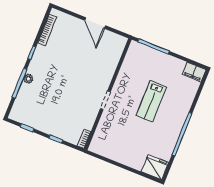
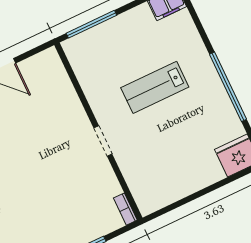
lab bench: (151, 101) -> (155, 87), turned 90

